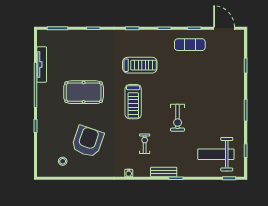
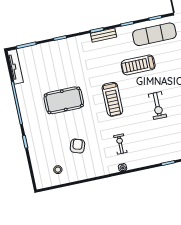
exercise mat: (190, 45) -> (154, 34), width x1.36, depth x1.45
tv unit: (42, 65) -> (15, 67), moved
treadmill: (140, 65) -> (138, 65), moved, turned 180
armchair: (88, 141) -> (77, 146), width x0.53, depth x0.53
exercise bike: (145, 144) -> (120, 144), moved
bench: (164, 172) -> (104, 35), moved

